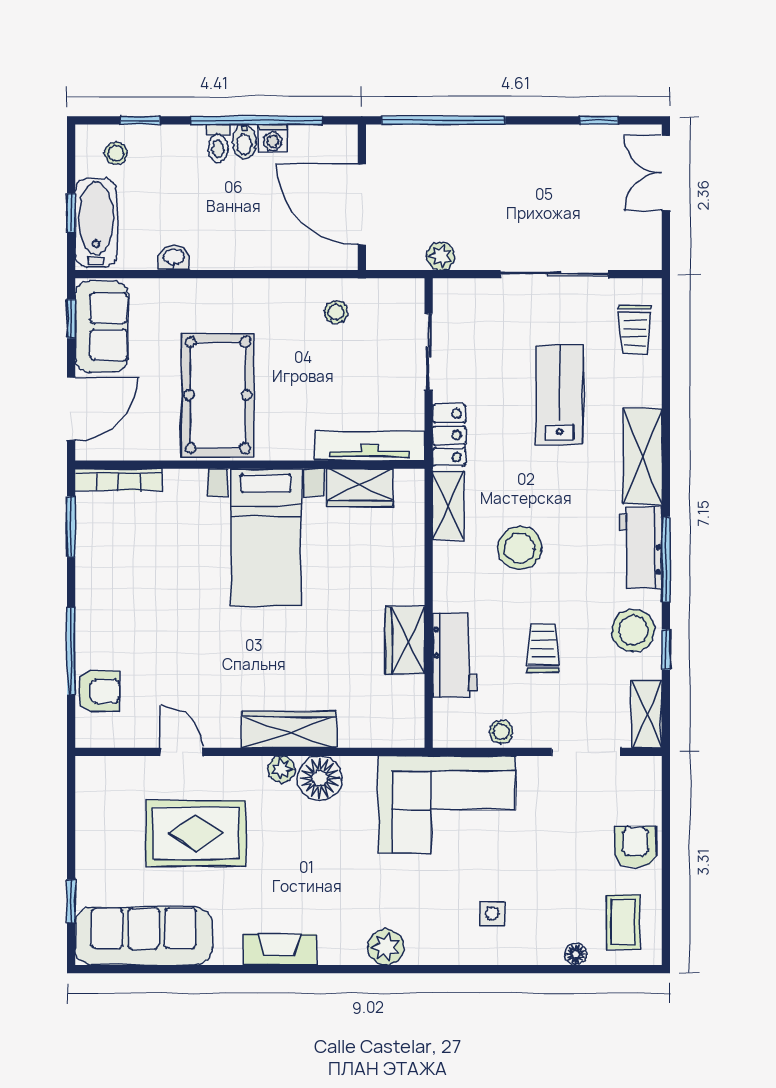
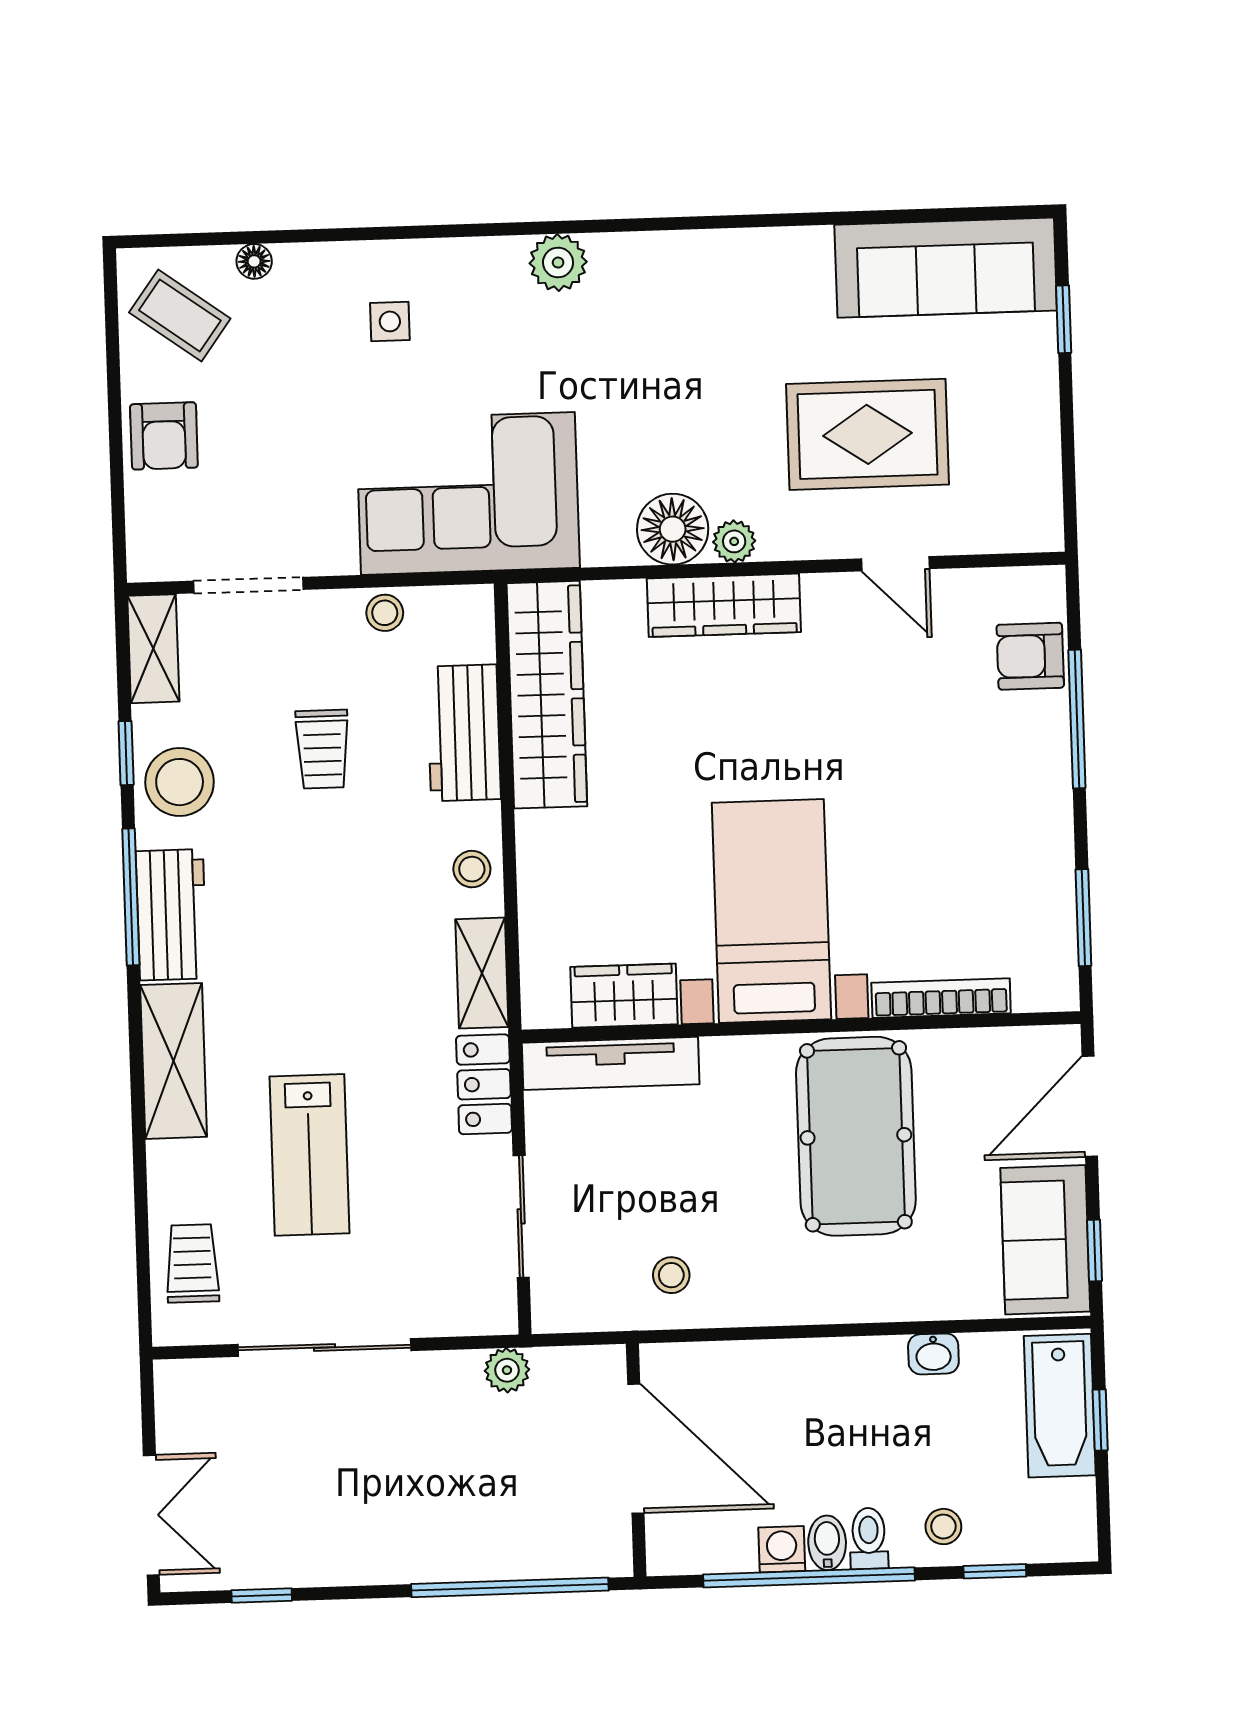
stool: (116, 153) -> (943, 1527), moved
bookcase: (118, 480) -> (941, 998), moved
stool: (520, 548) -> (472, 869), moved, width x0.53, depth x0.53
wardrobe: (405, 640) -> (547, 695), width x2.10, depth x1.17
coffee table: (623, 922) -> (180, 315), turned -54
fireplace: (280, 949) -> (728, 253), removed

